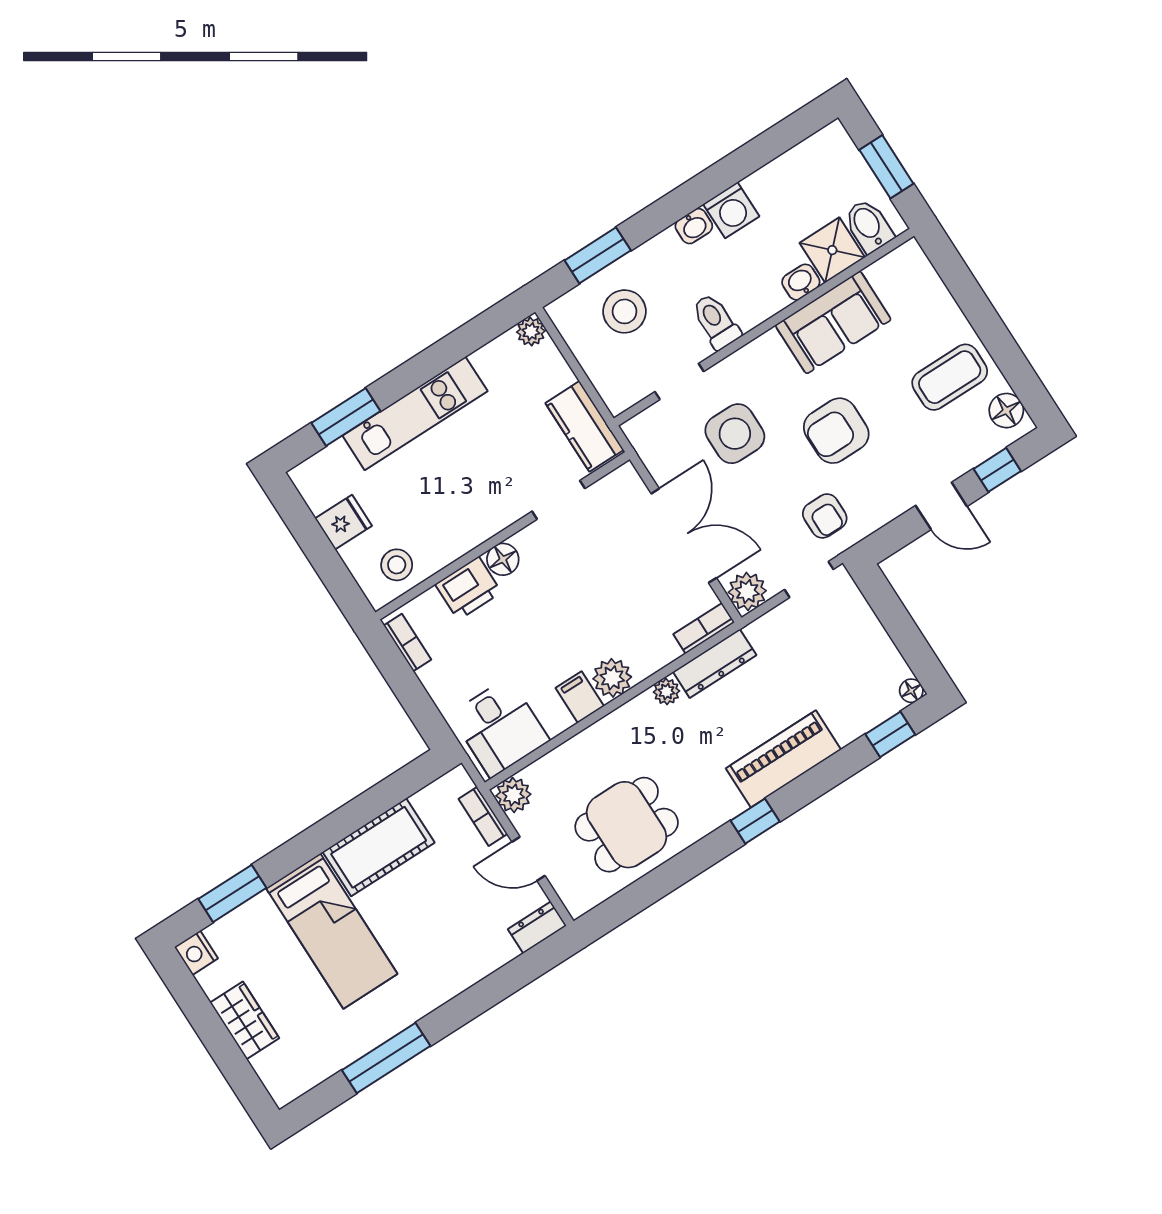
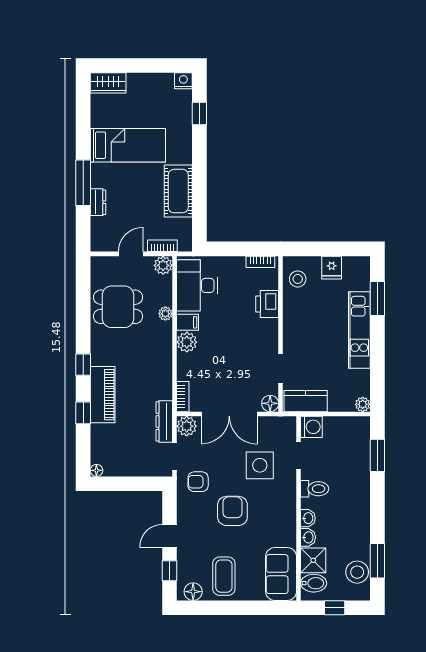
window: (767, 147) -> (377, 561), added
window: (886, 167) -> (335, 608), width x0.67
washing machine: (731, 210) -> (311, 427), moved, turned 180
washbasin: (694, 226) -> (308, 518), moved, turned 180
stool: (625, 311) -> (357, 572), moved
sofa: (833, 322) -> (281, 574), moved
floor lamp: (503, 559) -> (270, 403), moved
dresser: (715, 663) -> (164, 421), moved
plant: (666, 692) -> (165, 314), moved
desk: (500, 727) -> (197, 285), width x1.37
window: (890, 734) -> (83, 413), moved
dining table: (627, 825) -> (118, 307), turned 90
window: (232, 893) -> (199, 113), width x0.67
dresser: (537, 928) -> (98, 202), moved
bed: (332, 931) -> (128, 145), moved, turned 180
wardrobe: (245, 1020) -> (108, 83), moved
window: (386, 1058) -> (83, 183), moved

